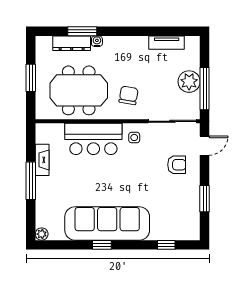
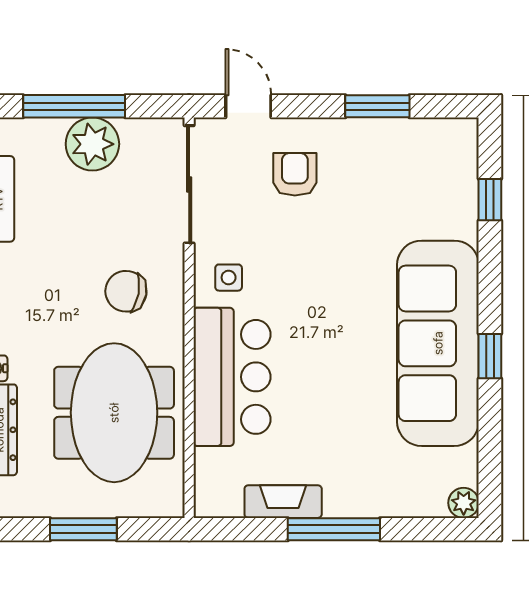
window: (205, 89) -> (74, 106), moved

